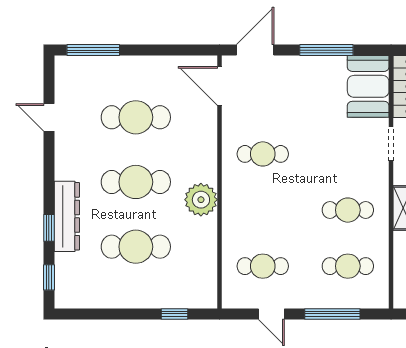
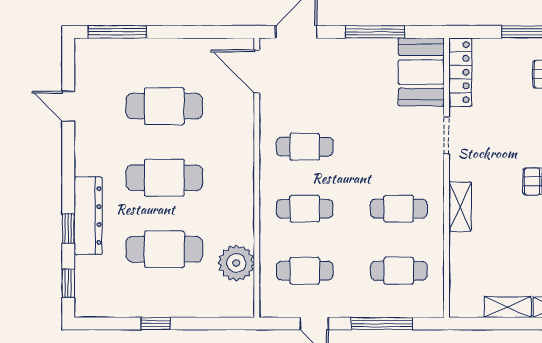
plant: (201, 200) -> (236, 263), moved
cafe table: (263, 210) -> (305, 209), added
window: (175, 314) -> (156, 324), moved

